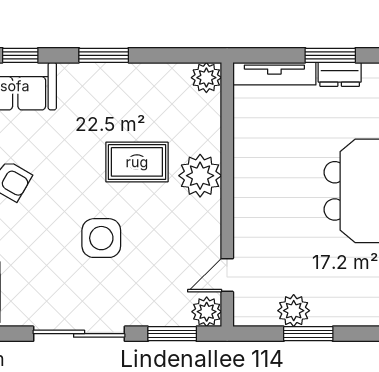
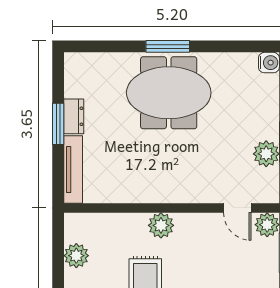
plant: (206, 78) -> (76, 256), moved
plant: (200, 176) -> (161, 225), width x0.73, depth x0.73

